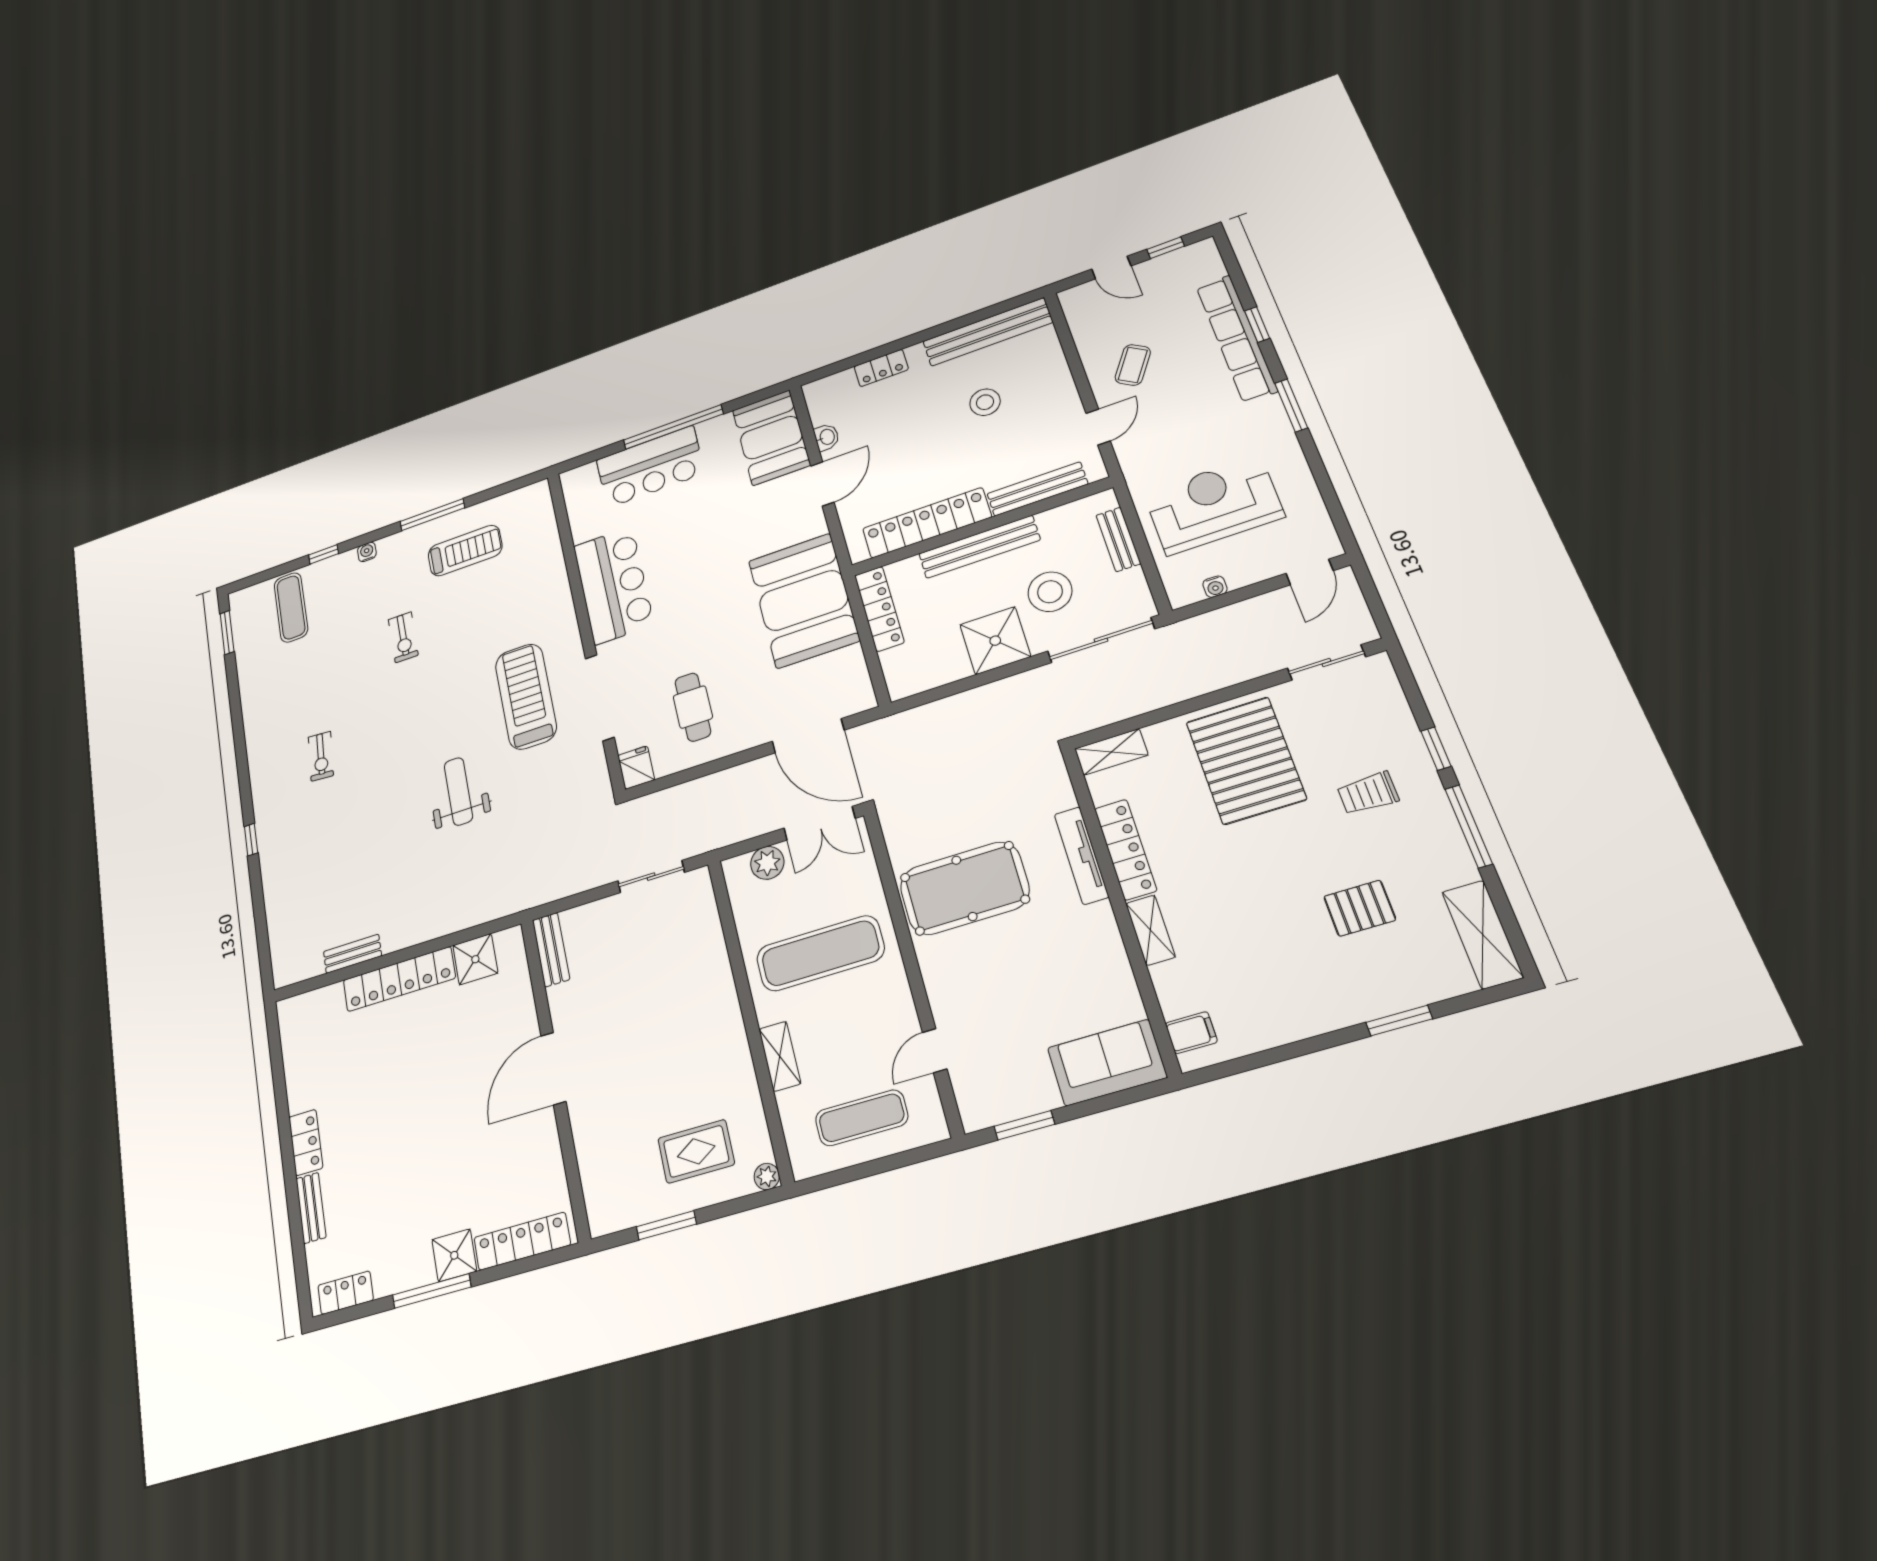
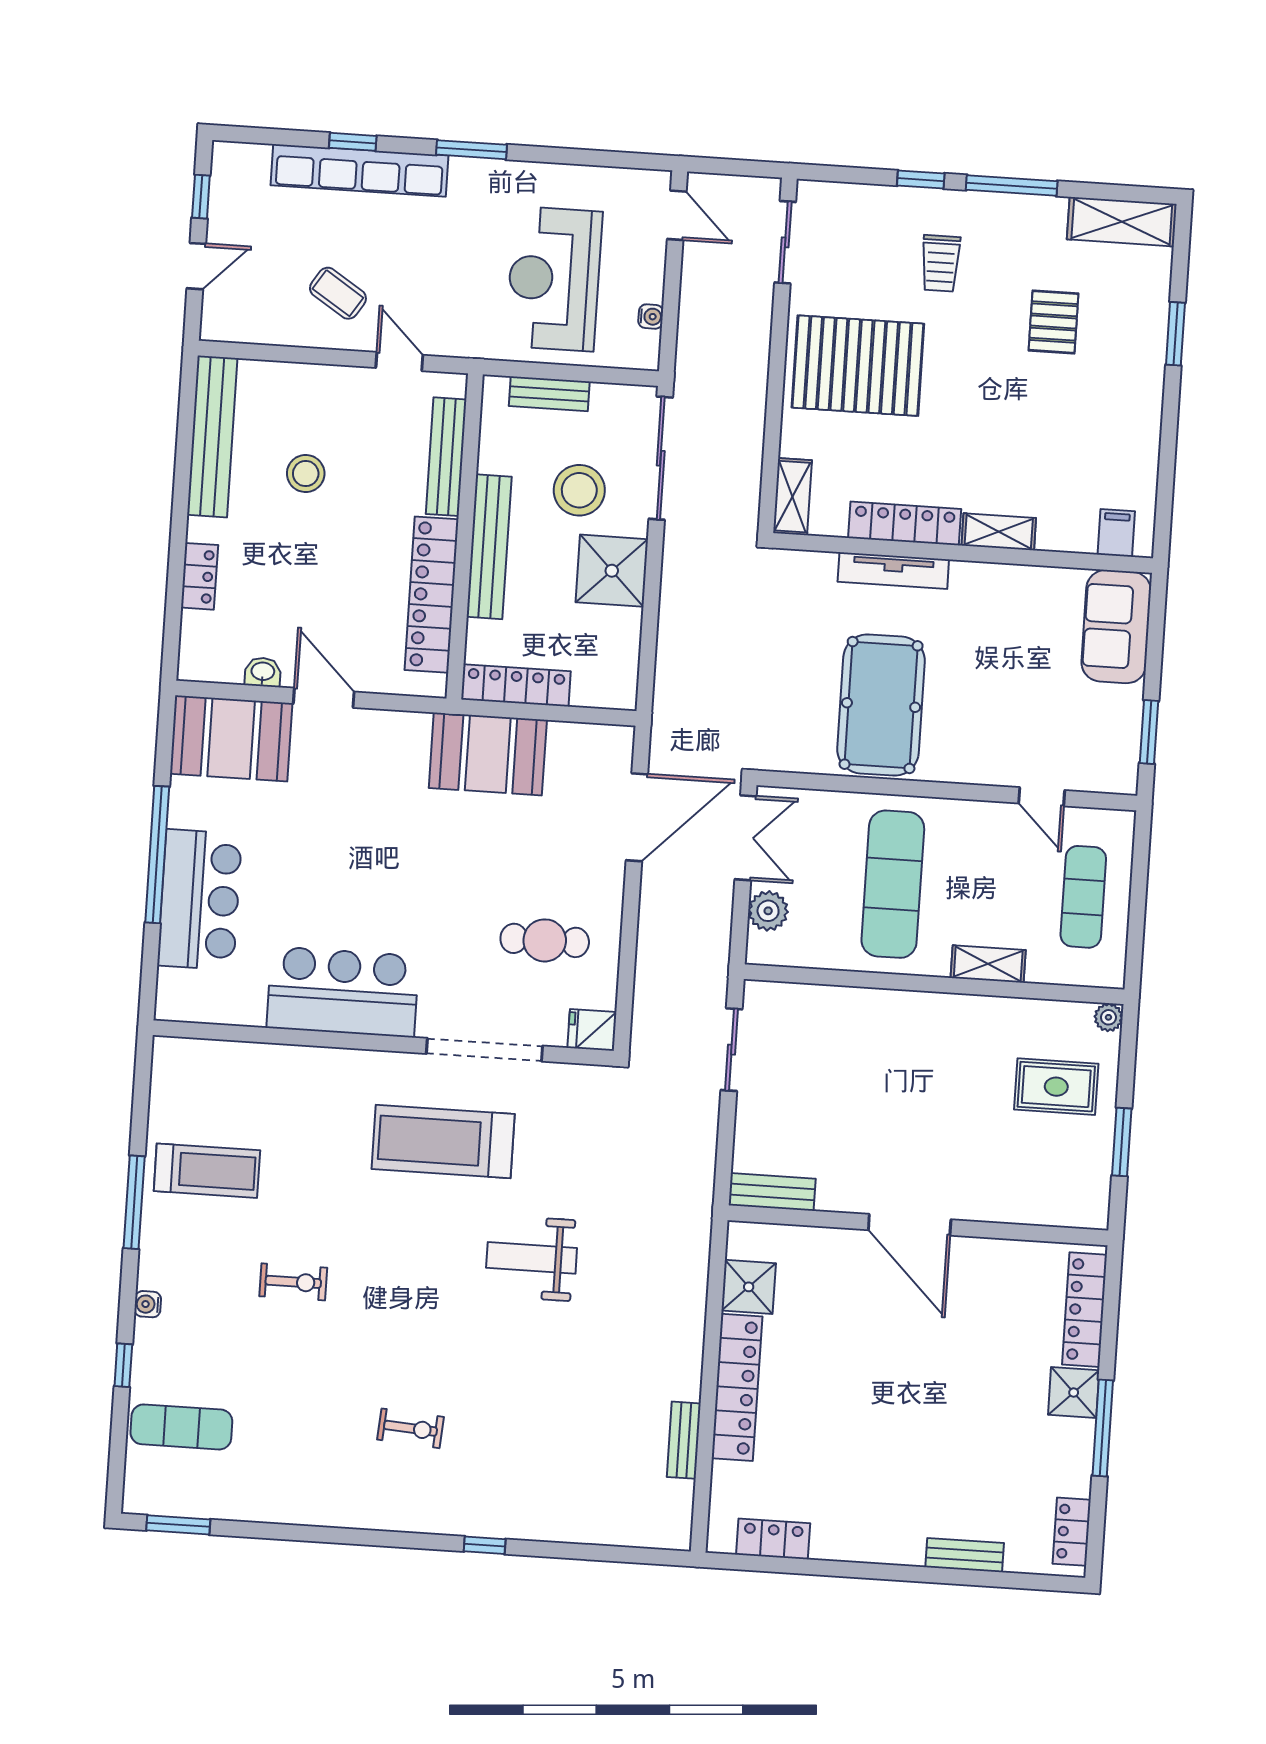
treadmill: (465, 551) -> (207, 1171), turned 90
booth: (804, 600) -> (488, 754), width x0.73, depth x0.70
locker: (306, 1142) -> (773, 1539), moved
rug: (696, 1151) -> (1056, 1087), turned 90

